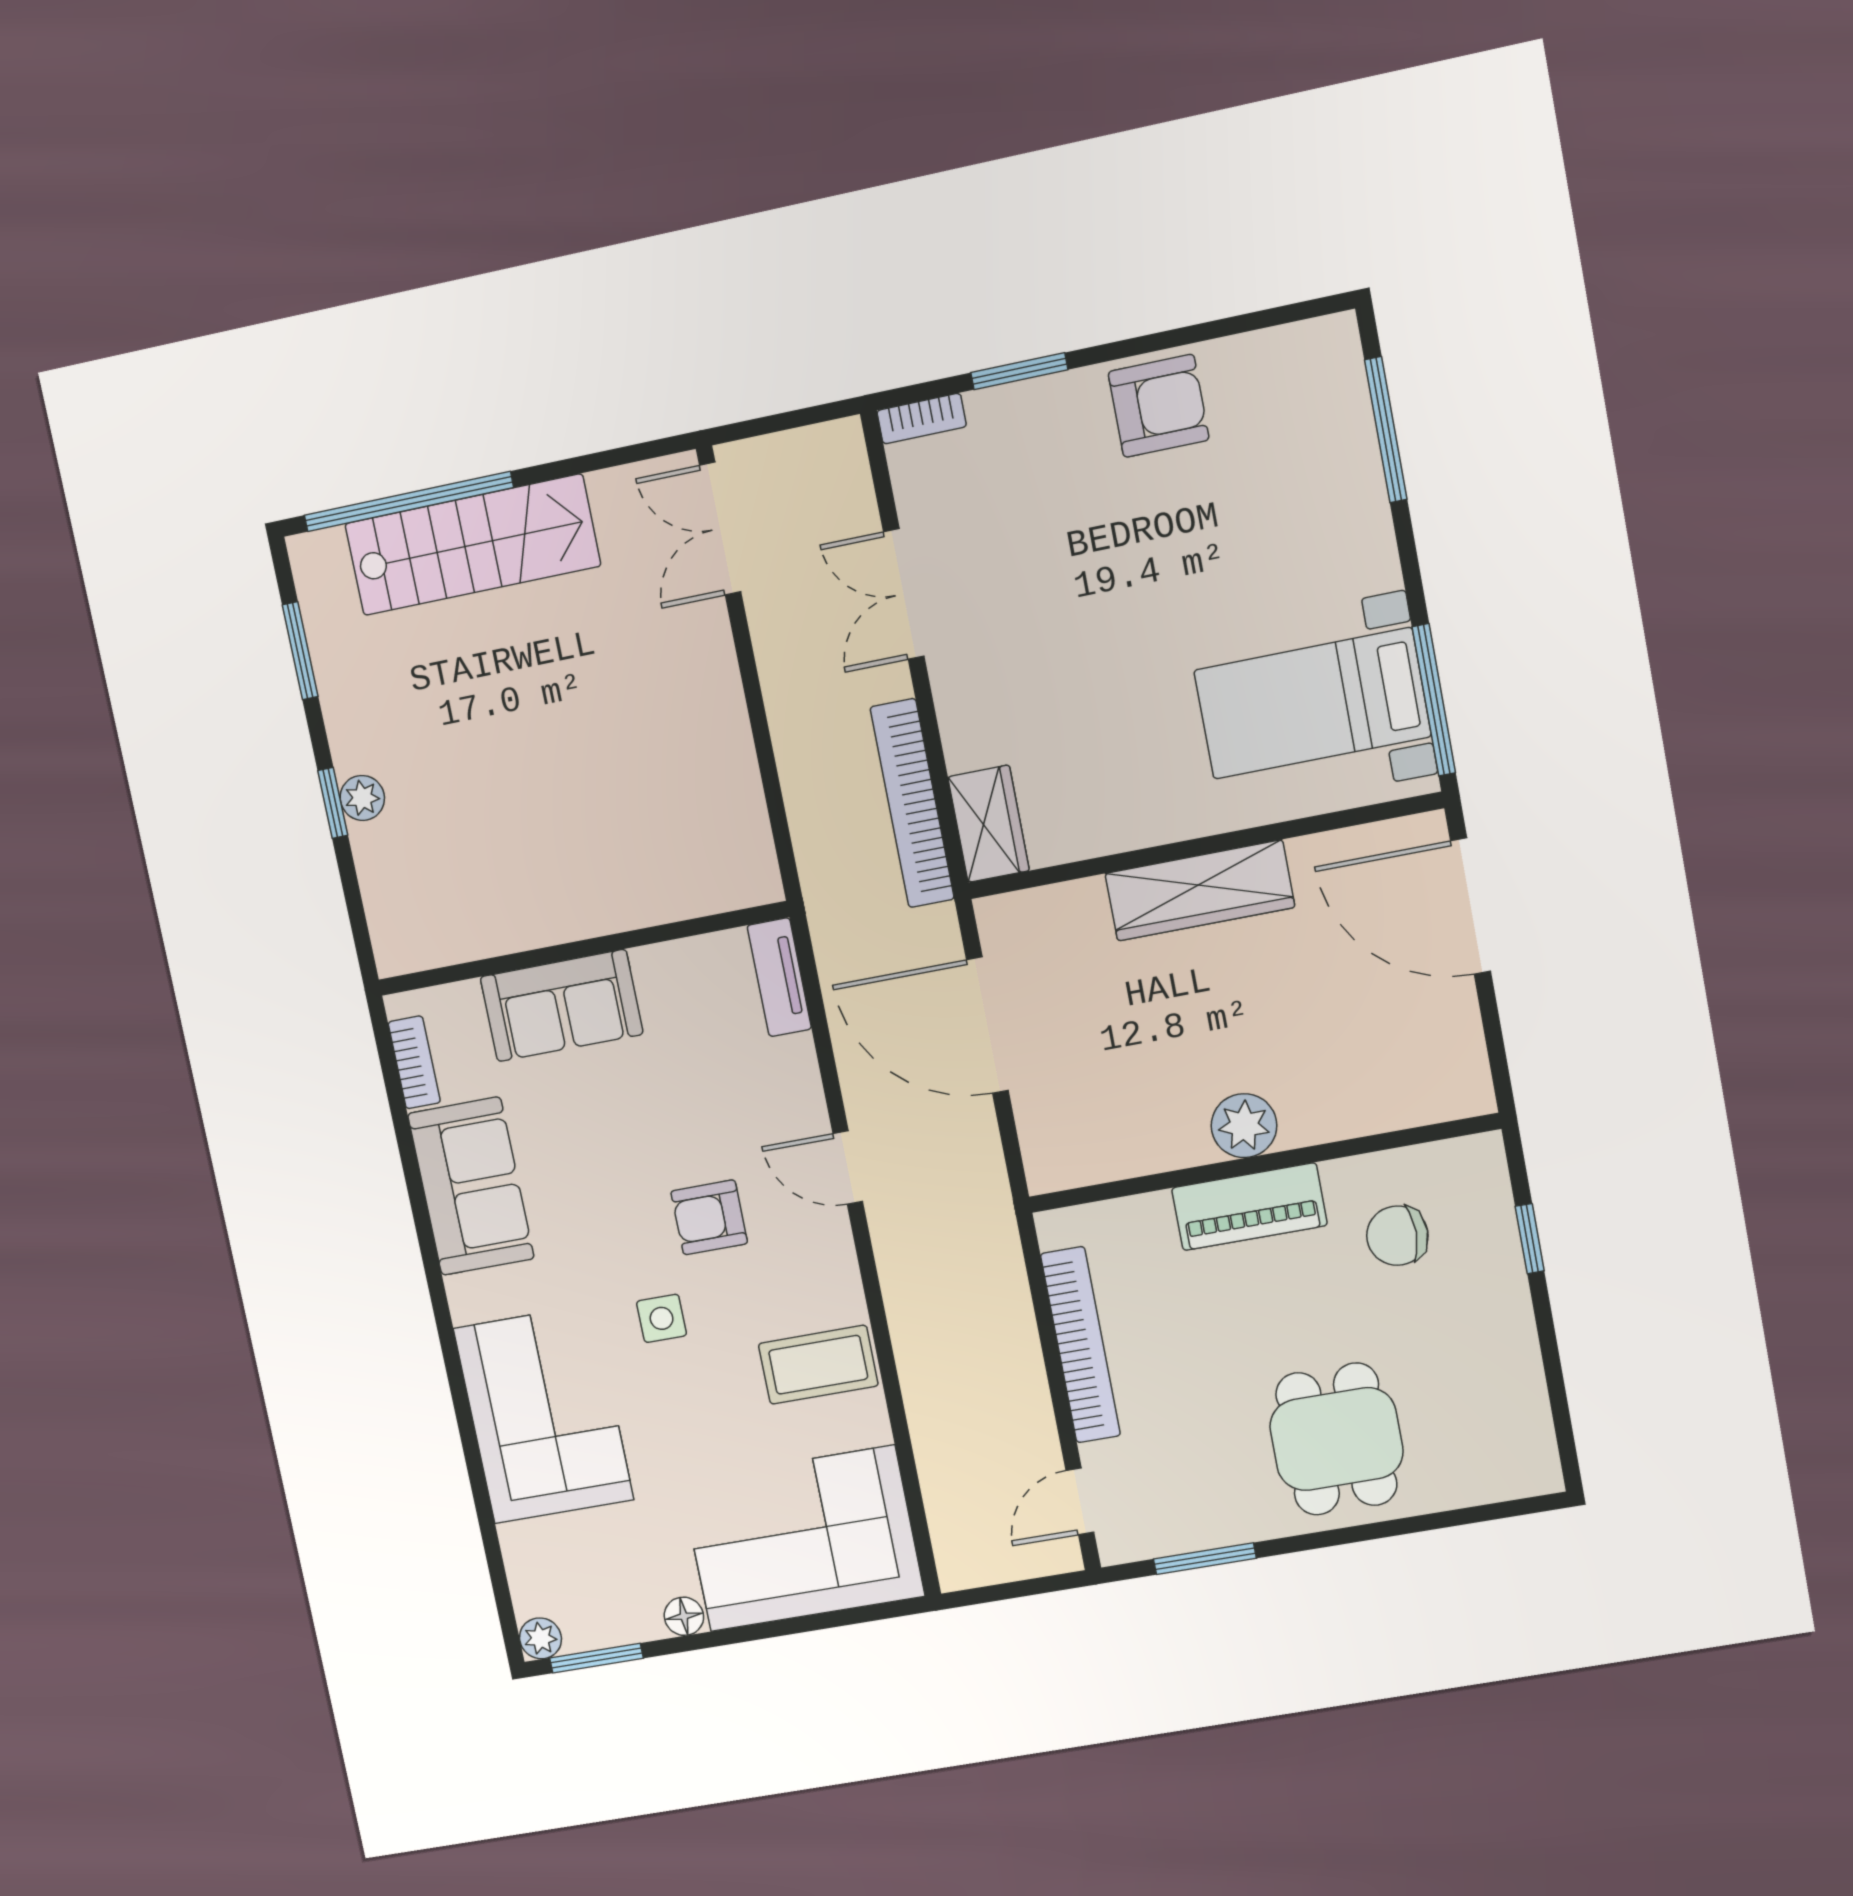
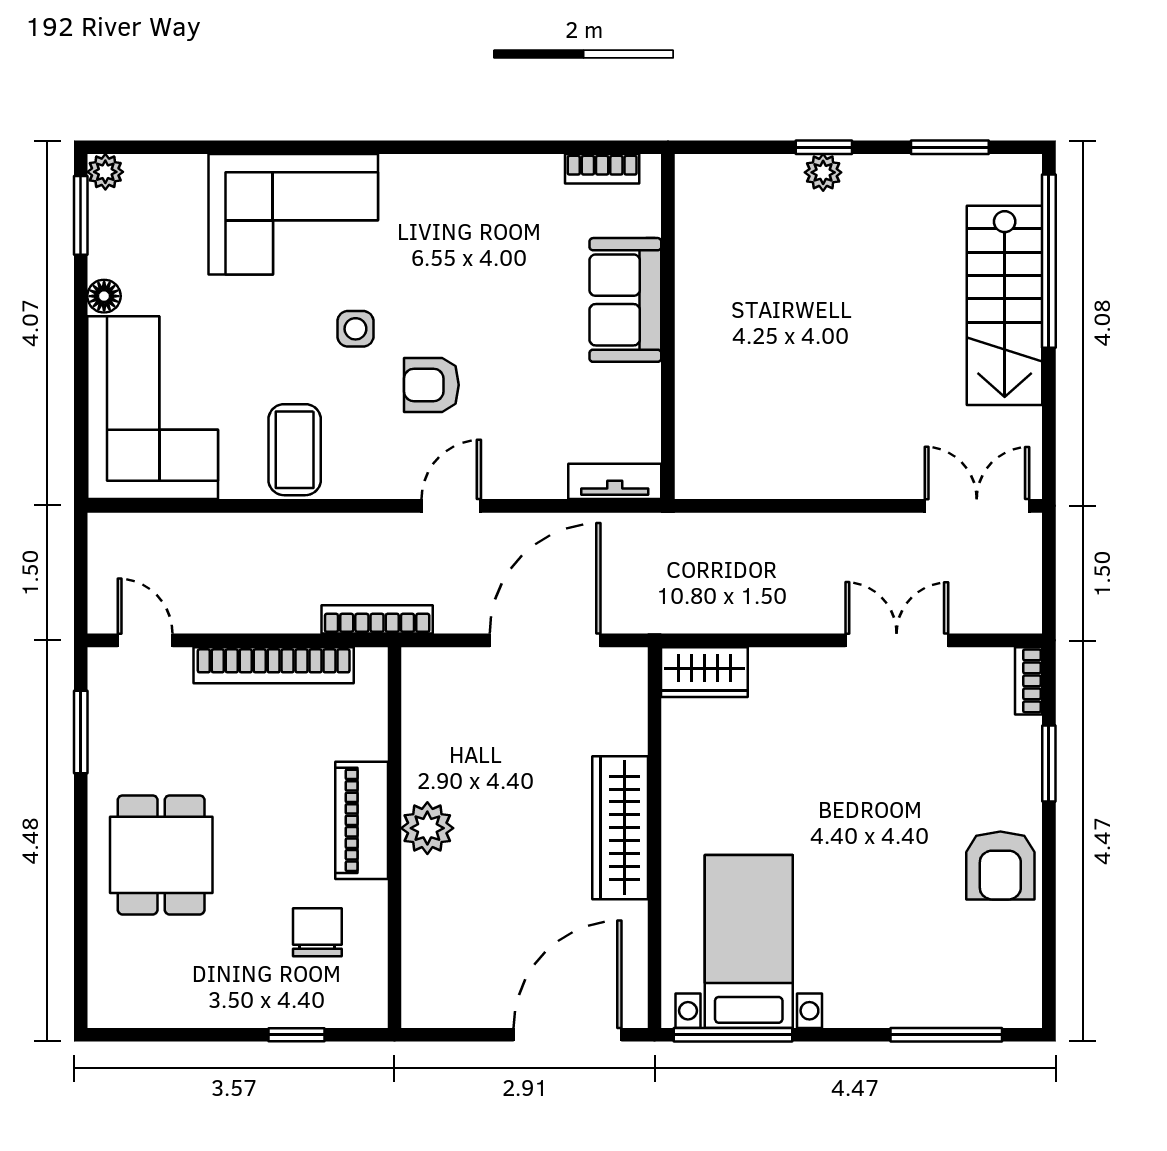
bookcase: (912, 803) -> (377, 619), moved, width x0.68, depth x0.76
sofa: (471, 1186) -> (492, 194), removed
armchair: (709, 1217) -> (431, 385), turned -90
dining table: (1336, 1439) -> (161, 855), turned 90

